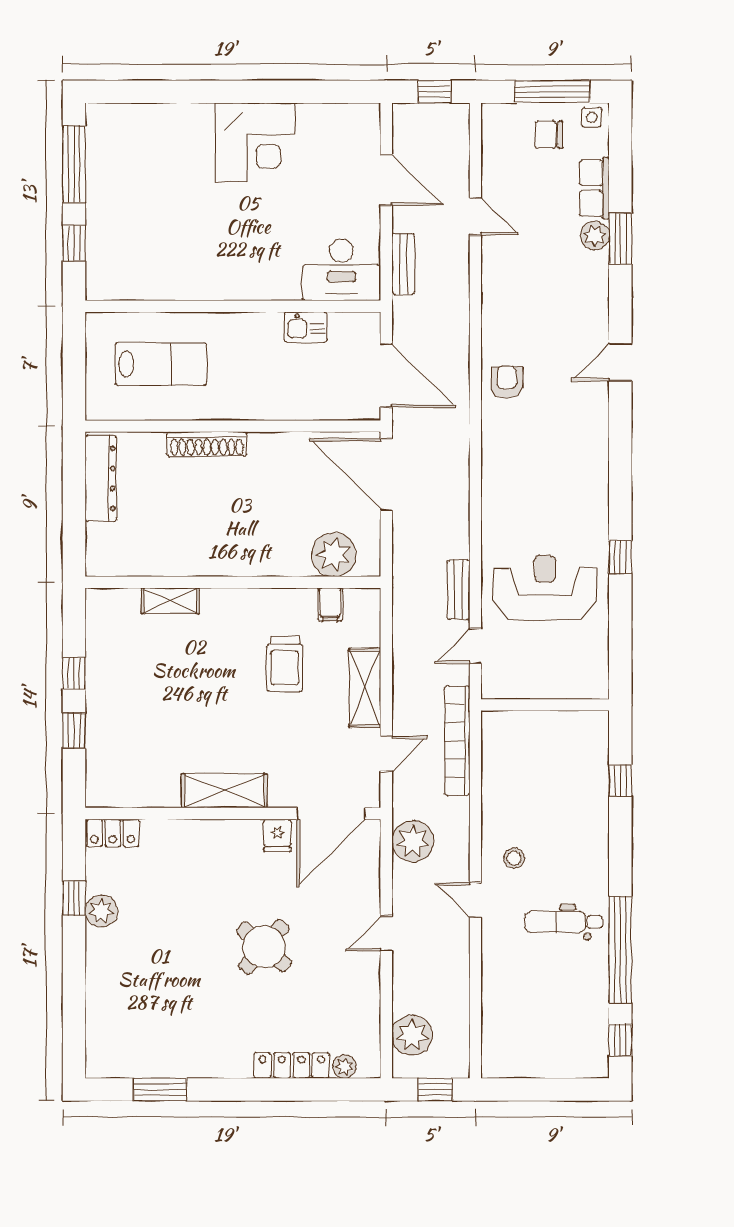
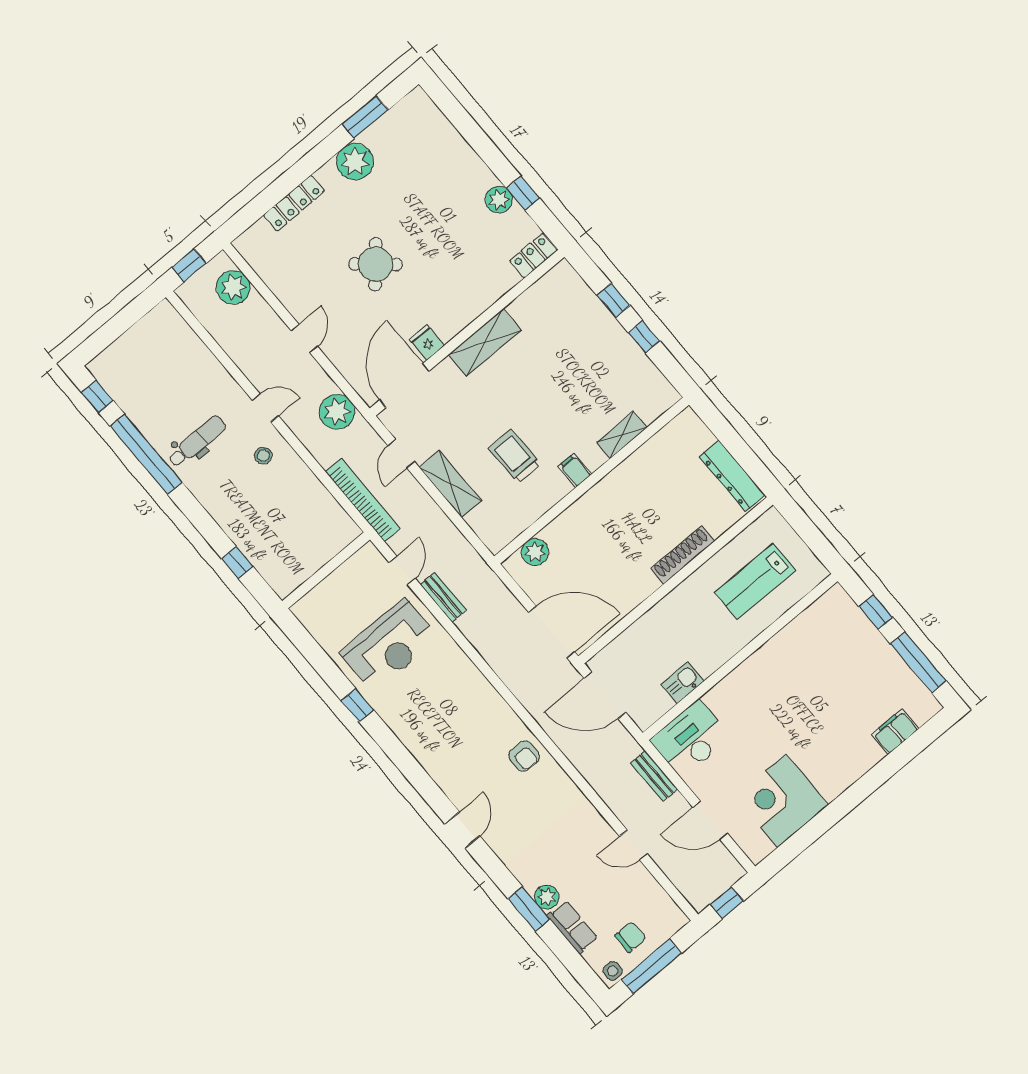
filing cabinet: (149, 119) -> (895, 732), added
corner desk: (255, 143) -> (782, 801), moved
plant: (334, 555) -> (535, 552), width x0.73, depth x0.73
filing cabinet: (330, 604) -> (575, 470), moved
plant: (345, 1067) -> (355, 162), moved, width x1.87, depth x1.87

